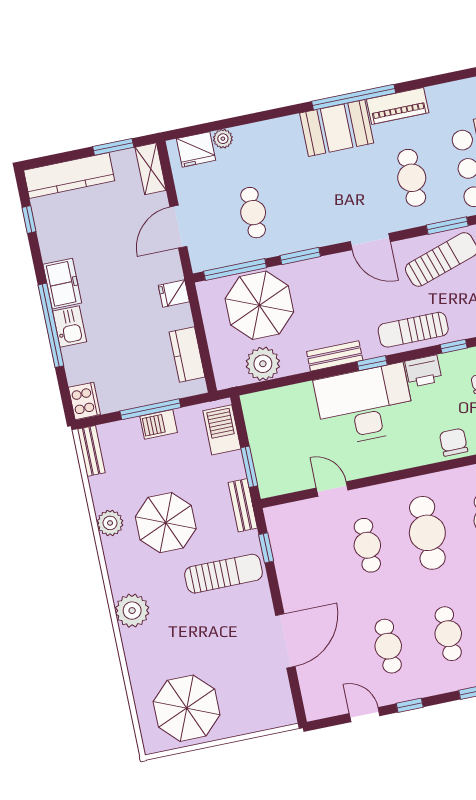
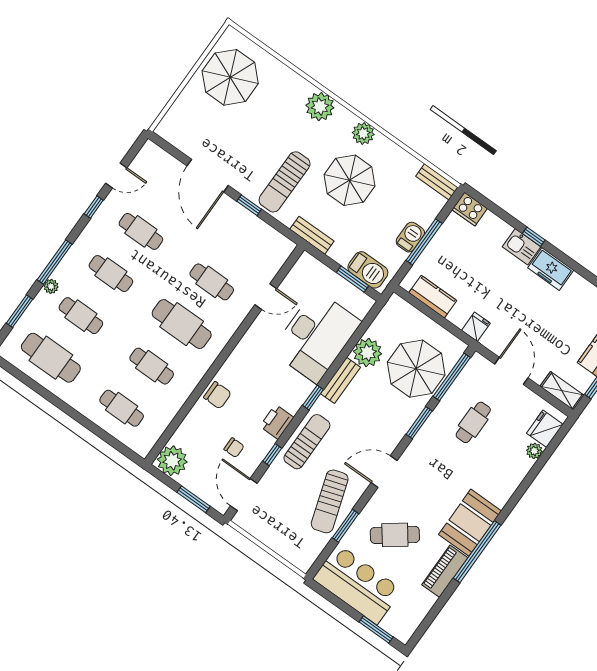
cafe table: (412, 178) -> (395, 535), turned -37
cafe table: (253, 213) -> (473, 422), turned 90
window: (51, 325) -> (534, 237), width x0.32
plant: (263, 364) -> (368, 353), moved
desk: (365, 405) -> (316, 336), moved
window: (249, 467) -> (353, 279), moved
plant: (110, 523) -> (363, 133), moved
window: (266, 548) -> (249, 205), moved

